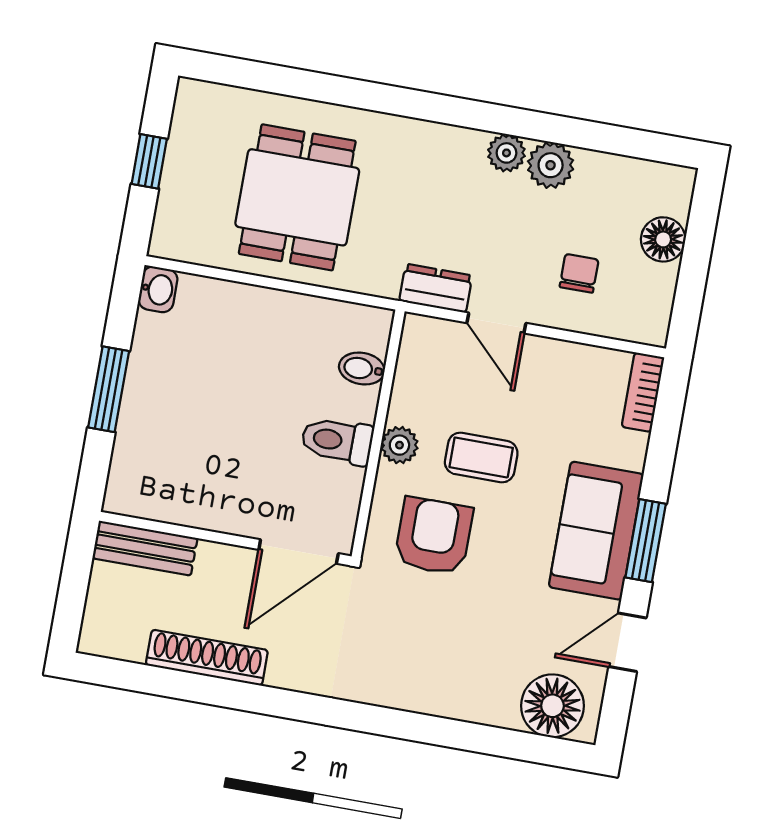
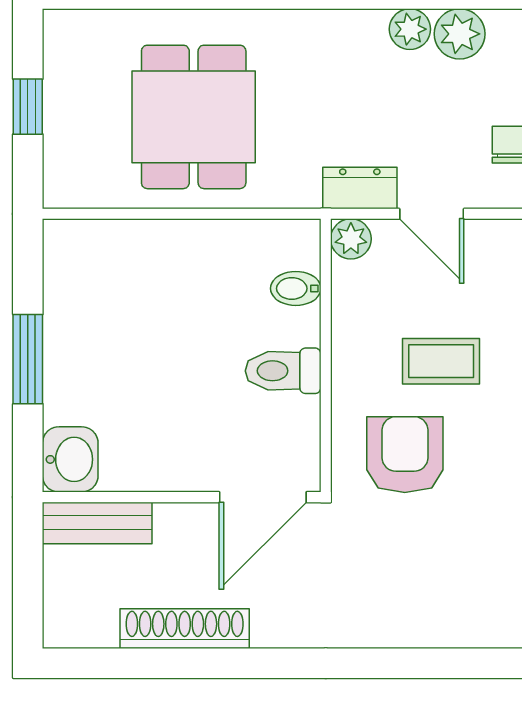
washbasin: (158, 289) -> (70, 459), moved, width x1.38, depth x1.45
plant: (399, 445) -> (351, 239), moved

